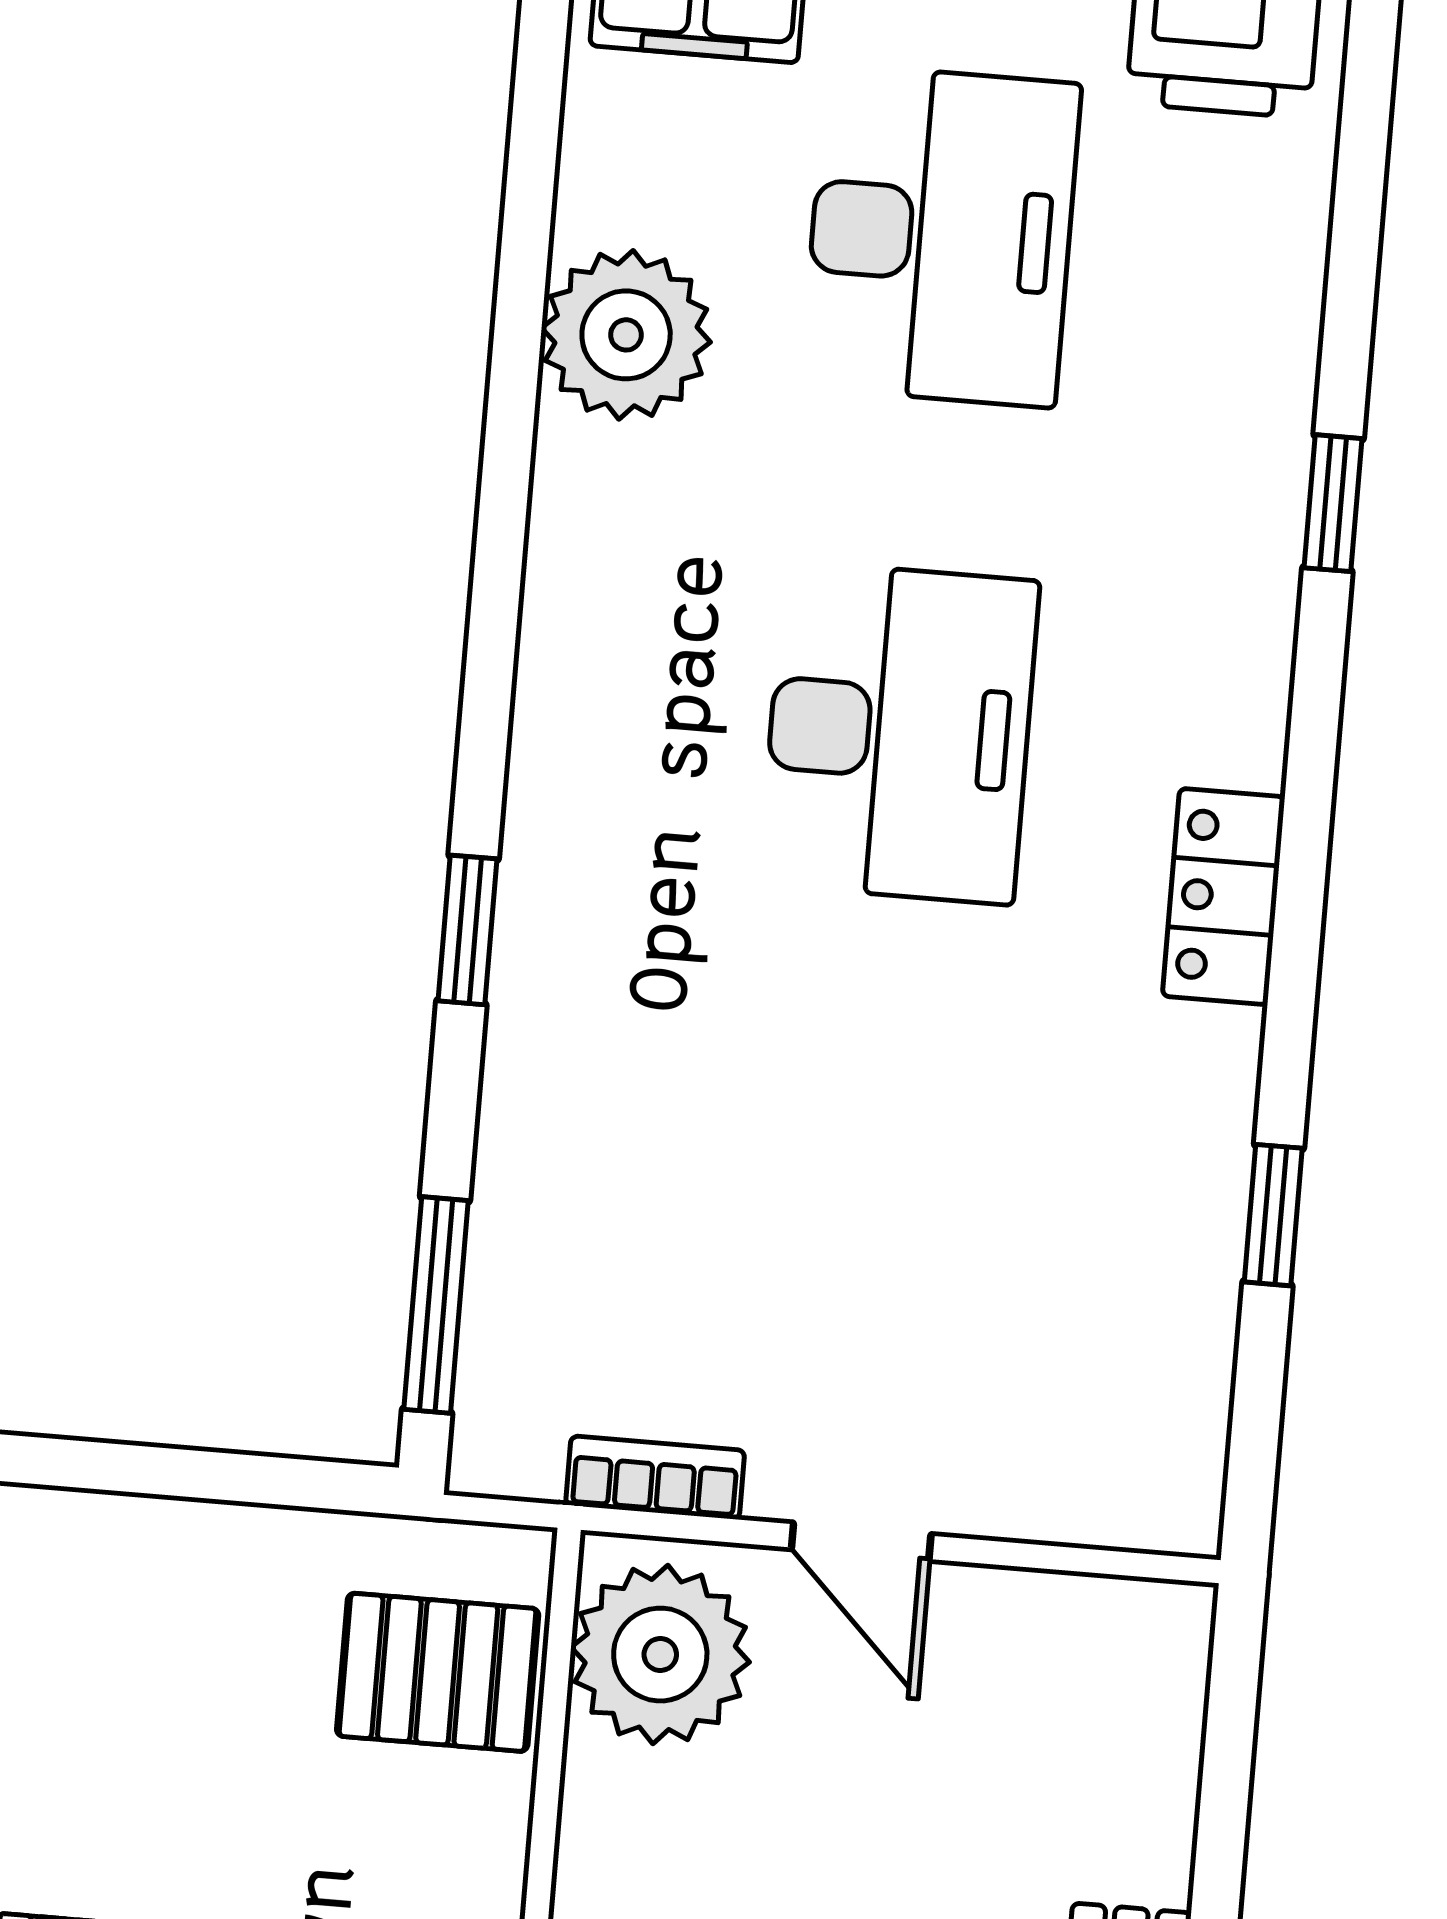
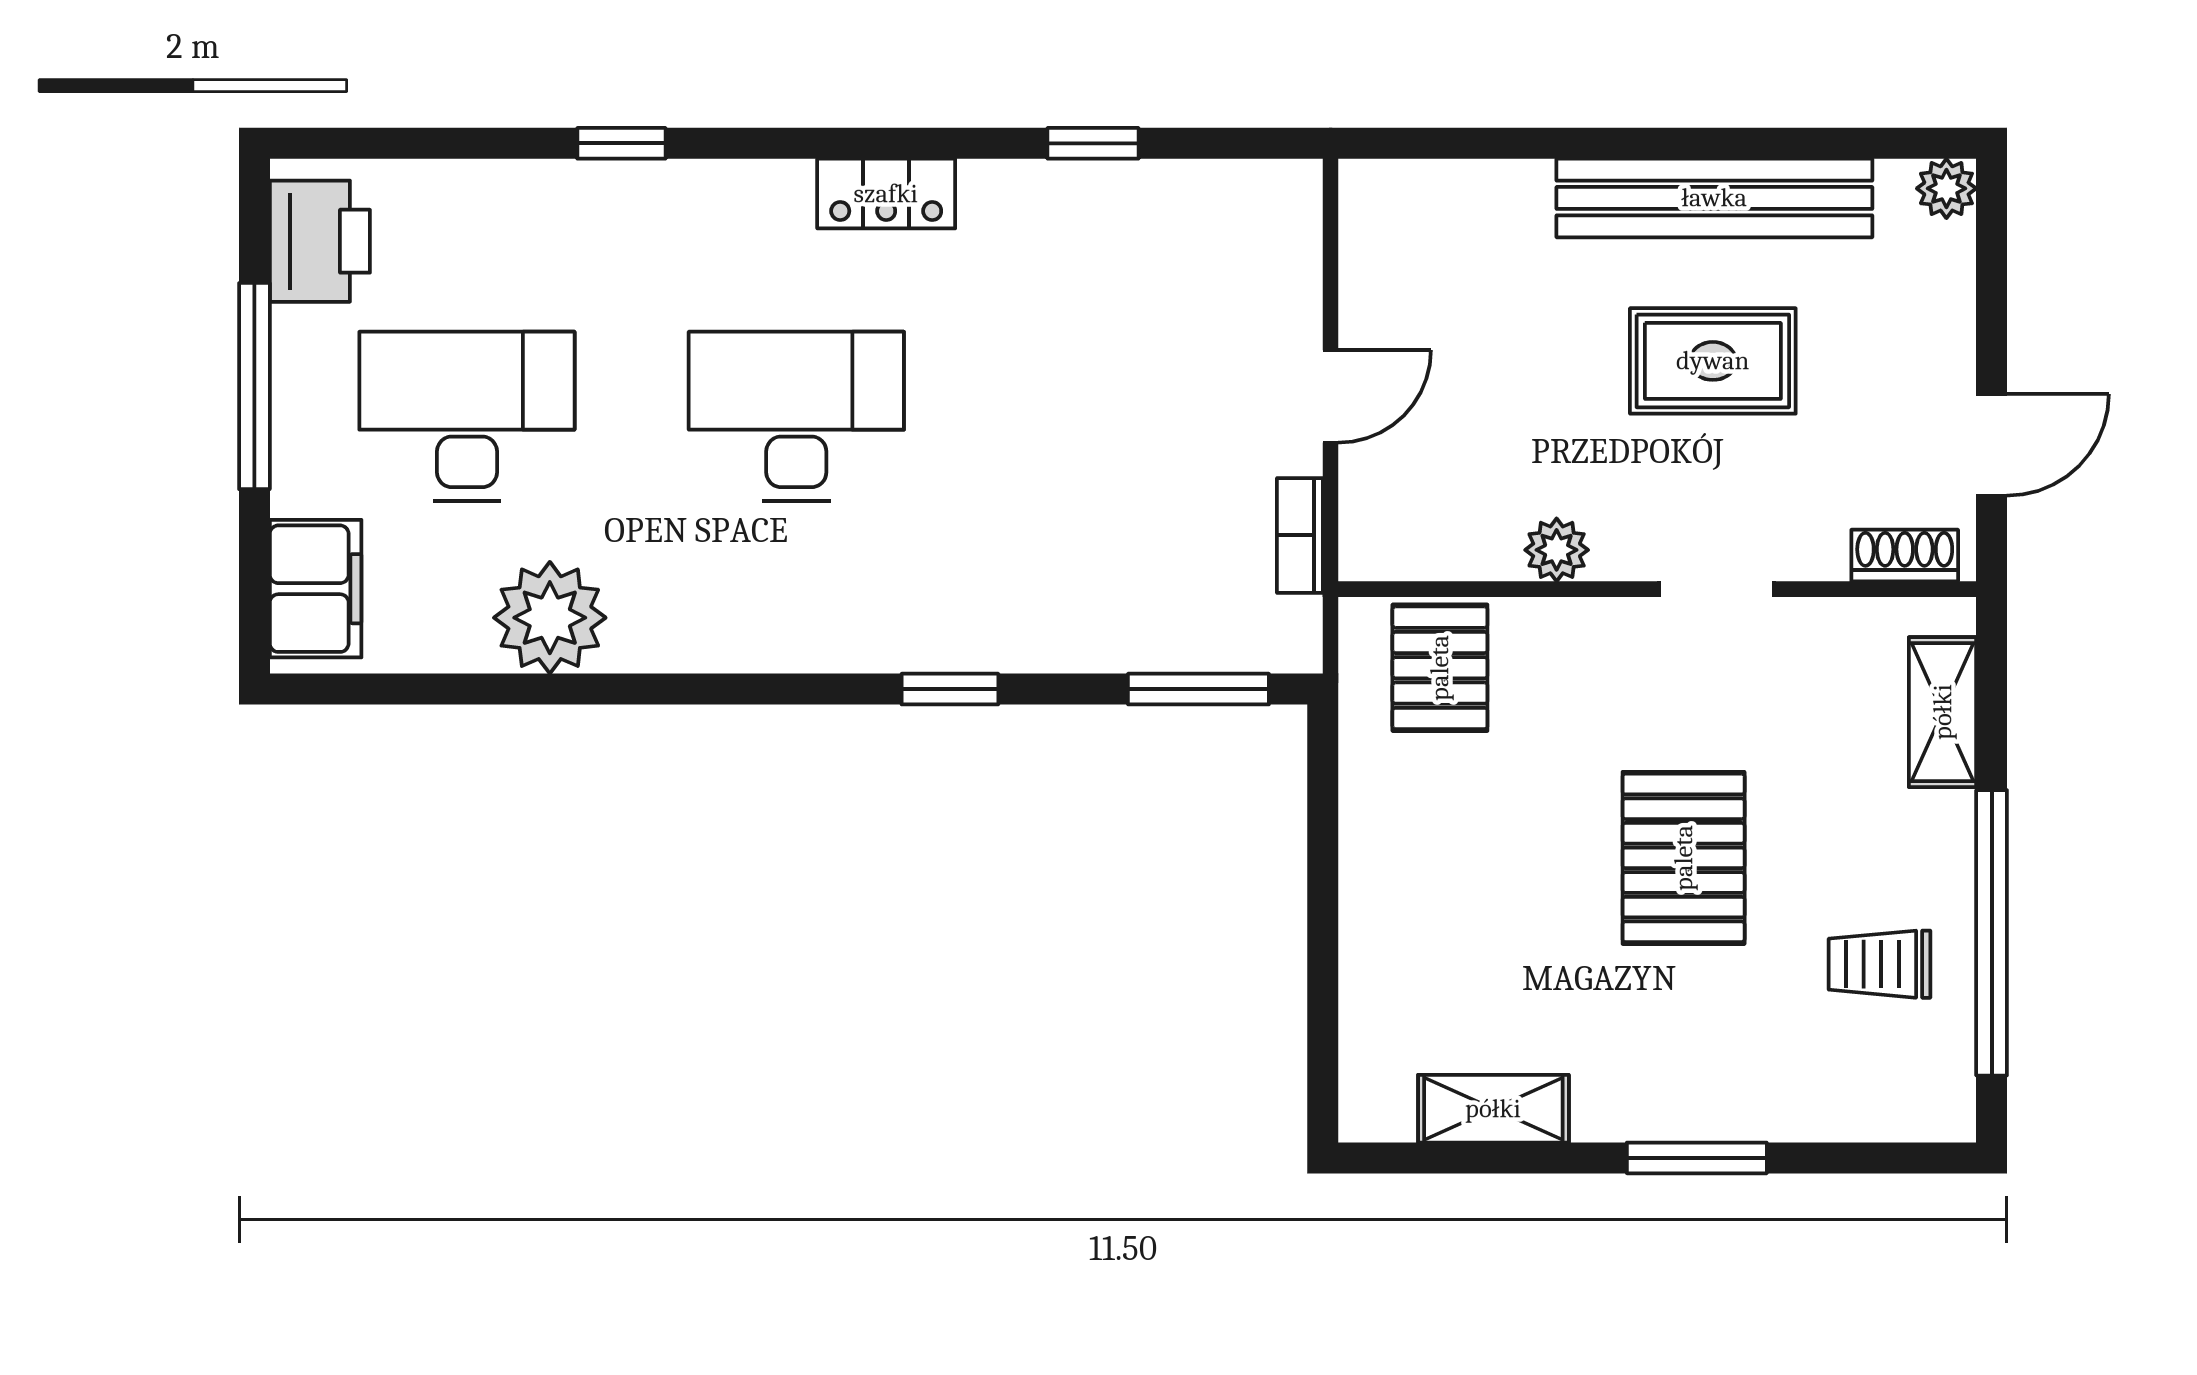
plant: (660, 1655) -> (1557, 550), moved, width x0.53, depth x0.53

